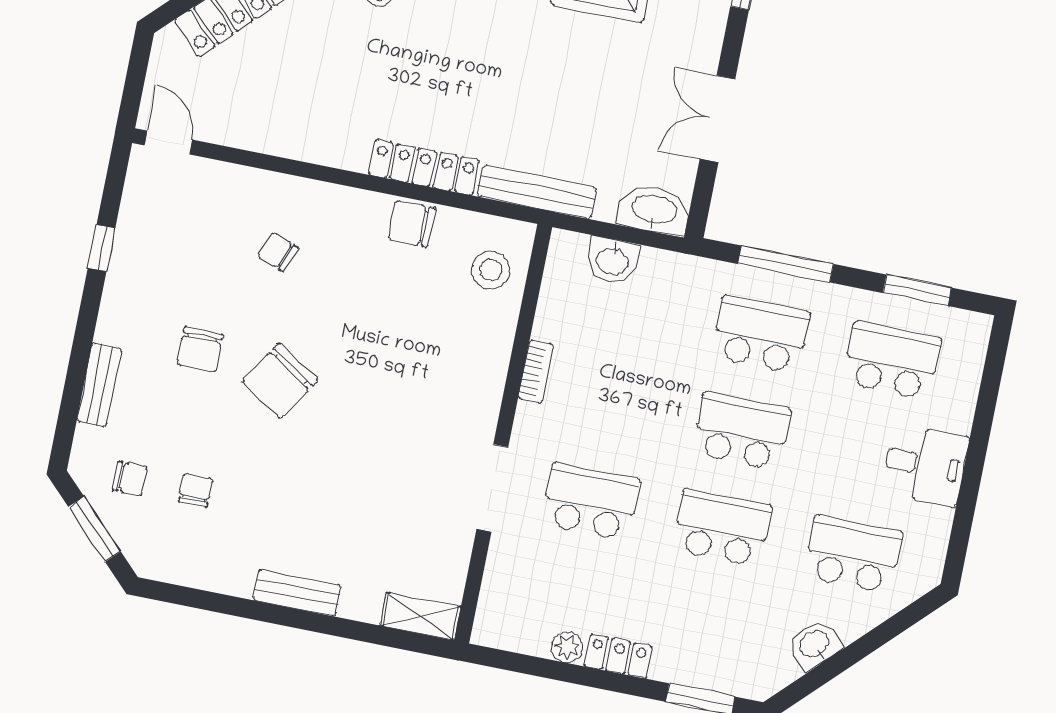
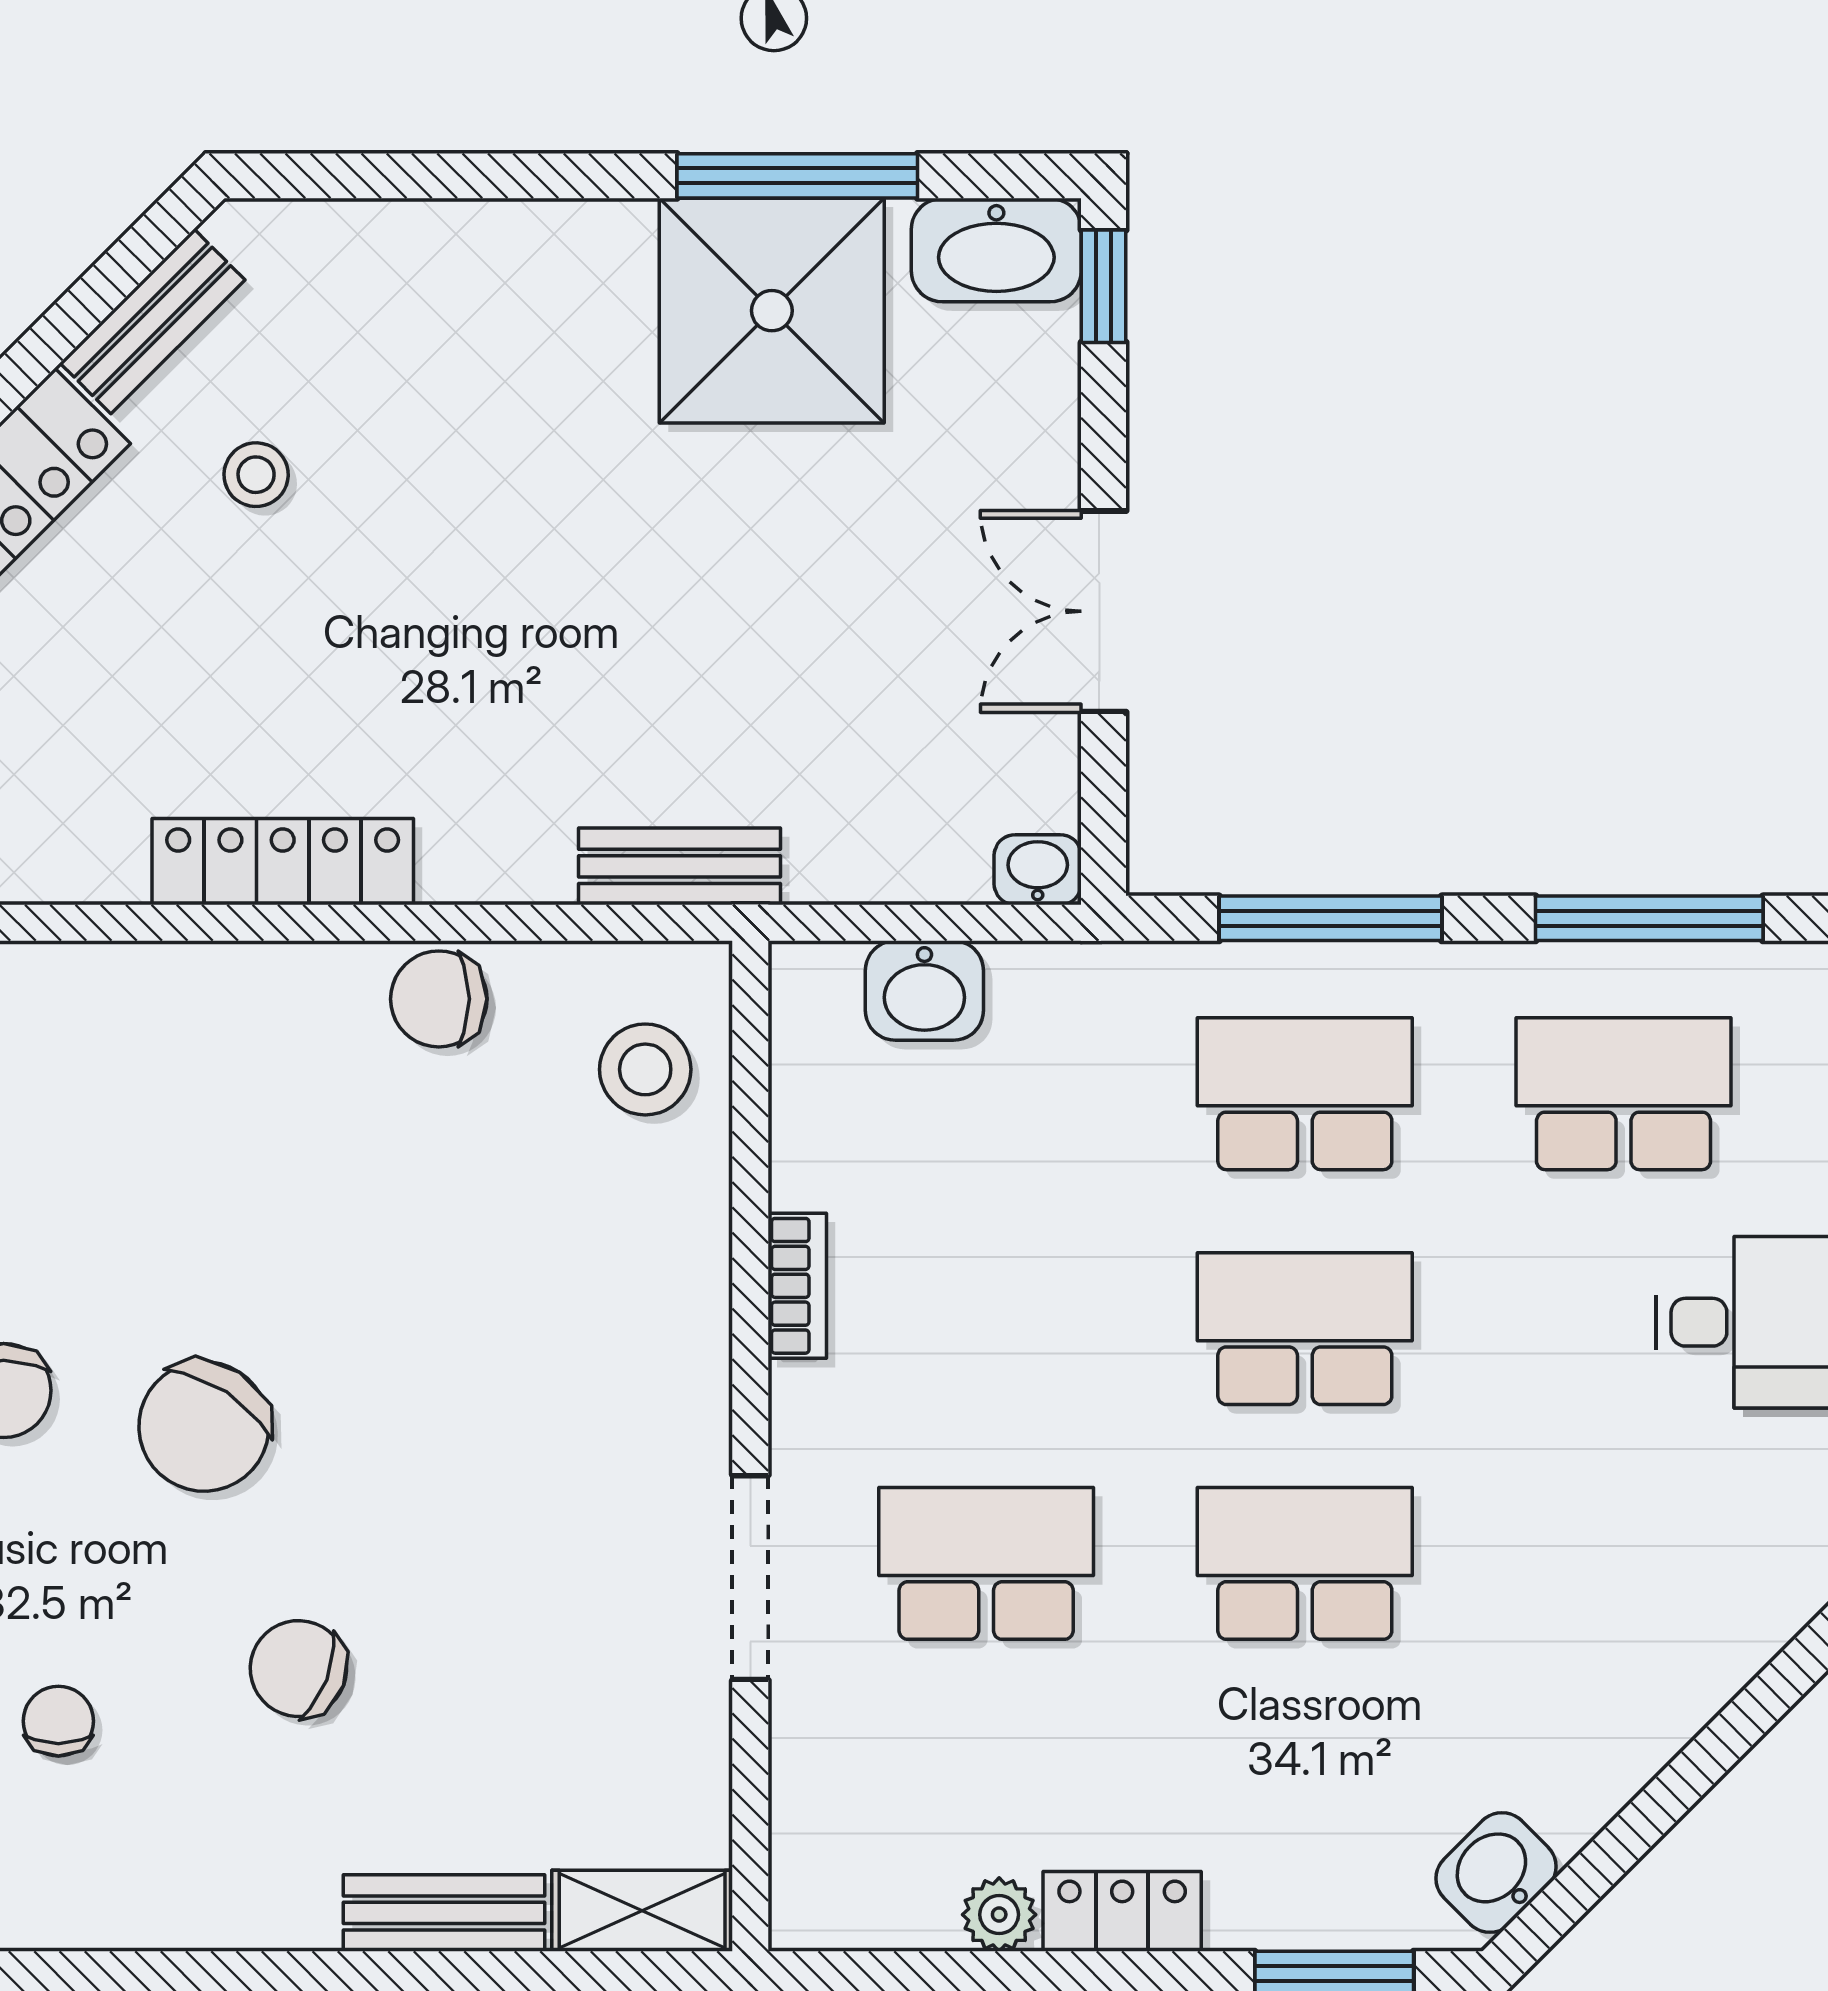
locker: (424, 167) -> (283, 862), moved
bench: (537, 192) -> (680, 866), width x0.73
washbasin: (654, 210) -> (1038, 870), width x0.52, depth x0.69
chair: (278, 252) -> (298, 1669), moved, width x1.37, depth x1.37
window: (917, 290) -> (1649, 918), width x1.44
school desk: (853, 554) -> (1624, 1563), removed
bench: (297, 593) -> (444, 1913), moved
washbasin: (815, 645) -> (1496, 1873), moved

